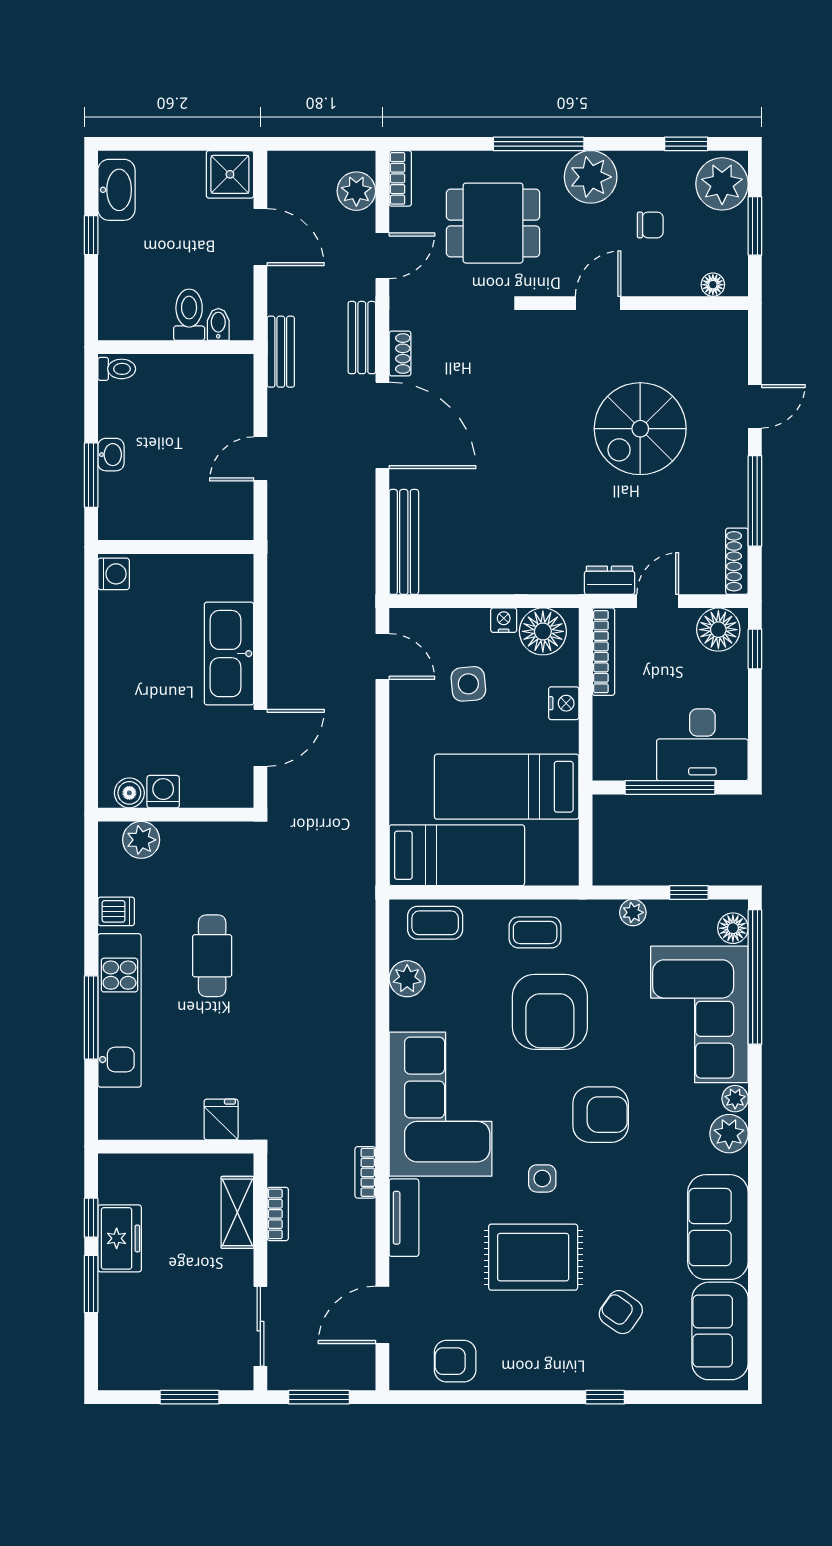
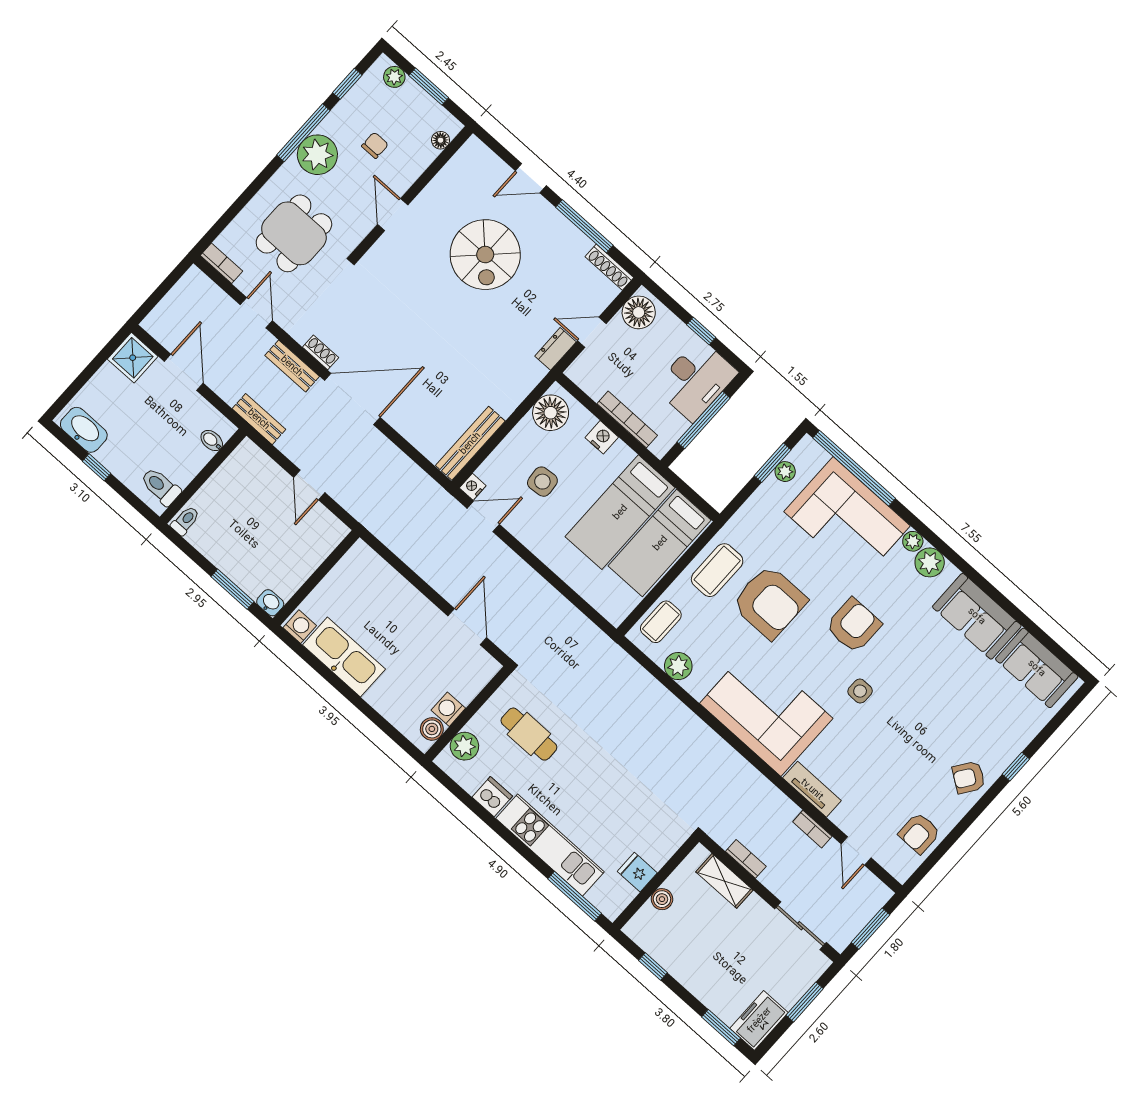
window: (539, 144) -> (303, 133), moved
plant: (722, 184) -> (394, 77), width x0.53, depth x0.53
plant: (356, 191) -> (206, 295), removed
door: (260, 237) -> (184, 372), hinge flipped
toilet: (189, 315) -> (160, 487), moved
door: (755, 406) -> (531, 178), swing flipped
washbasin: (111, 455) -> (270, 603), moved
bench: (404, 542) -> (470, 443), moved, turned 90
door: (658, 601) -> (592, 332), hinge flipped
nightstand: (504, 620) -> (473, 487), moved
window: (755, 649) -> (701, 331), moved
bookcase: (604, 652) -> (627, 419), moved
kitchen sink: (229, 654) -> (344, 657), moved, turned 180
bed: (457, 855) -> (660, 543), moved, turned 180
window: (689, 892) -> (773, 463), width x1.50
dishwasher: (116, 911) -> (492, 797), width x1.38
plant: (633, 912) -> (785, 472), moved
floor lamp: (733, 928) -> (815, 456), removed
coffee table: (535, 932) -> (717, 570), width x1.36, depth x1.30
cafe table: (212, 956) -> (529, 734), moved
window: (91, 1017) -> (575, 896), moved
fridge: (221, 1119) -> (637, 872), moved
boiler: (165, 1167) -> (662, 899), added
bookcase: (365, 1172) -> (812, 829), moved
freezer: (120, 1238) -> (759, 1020), moved, turned -90
rug: (533, 1257) -> (900, 736), removed
window: (91, 1284) -> (721, 1027), moved
armchair: (621, 1312) -> (969, 777), moved
door: (382, 1315) -> (856, 851), width x0.73

